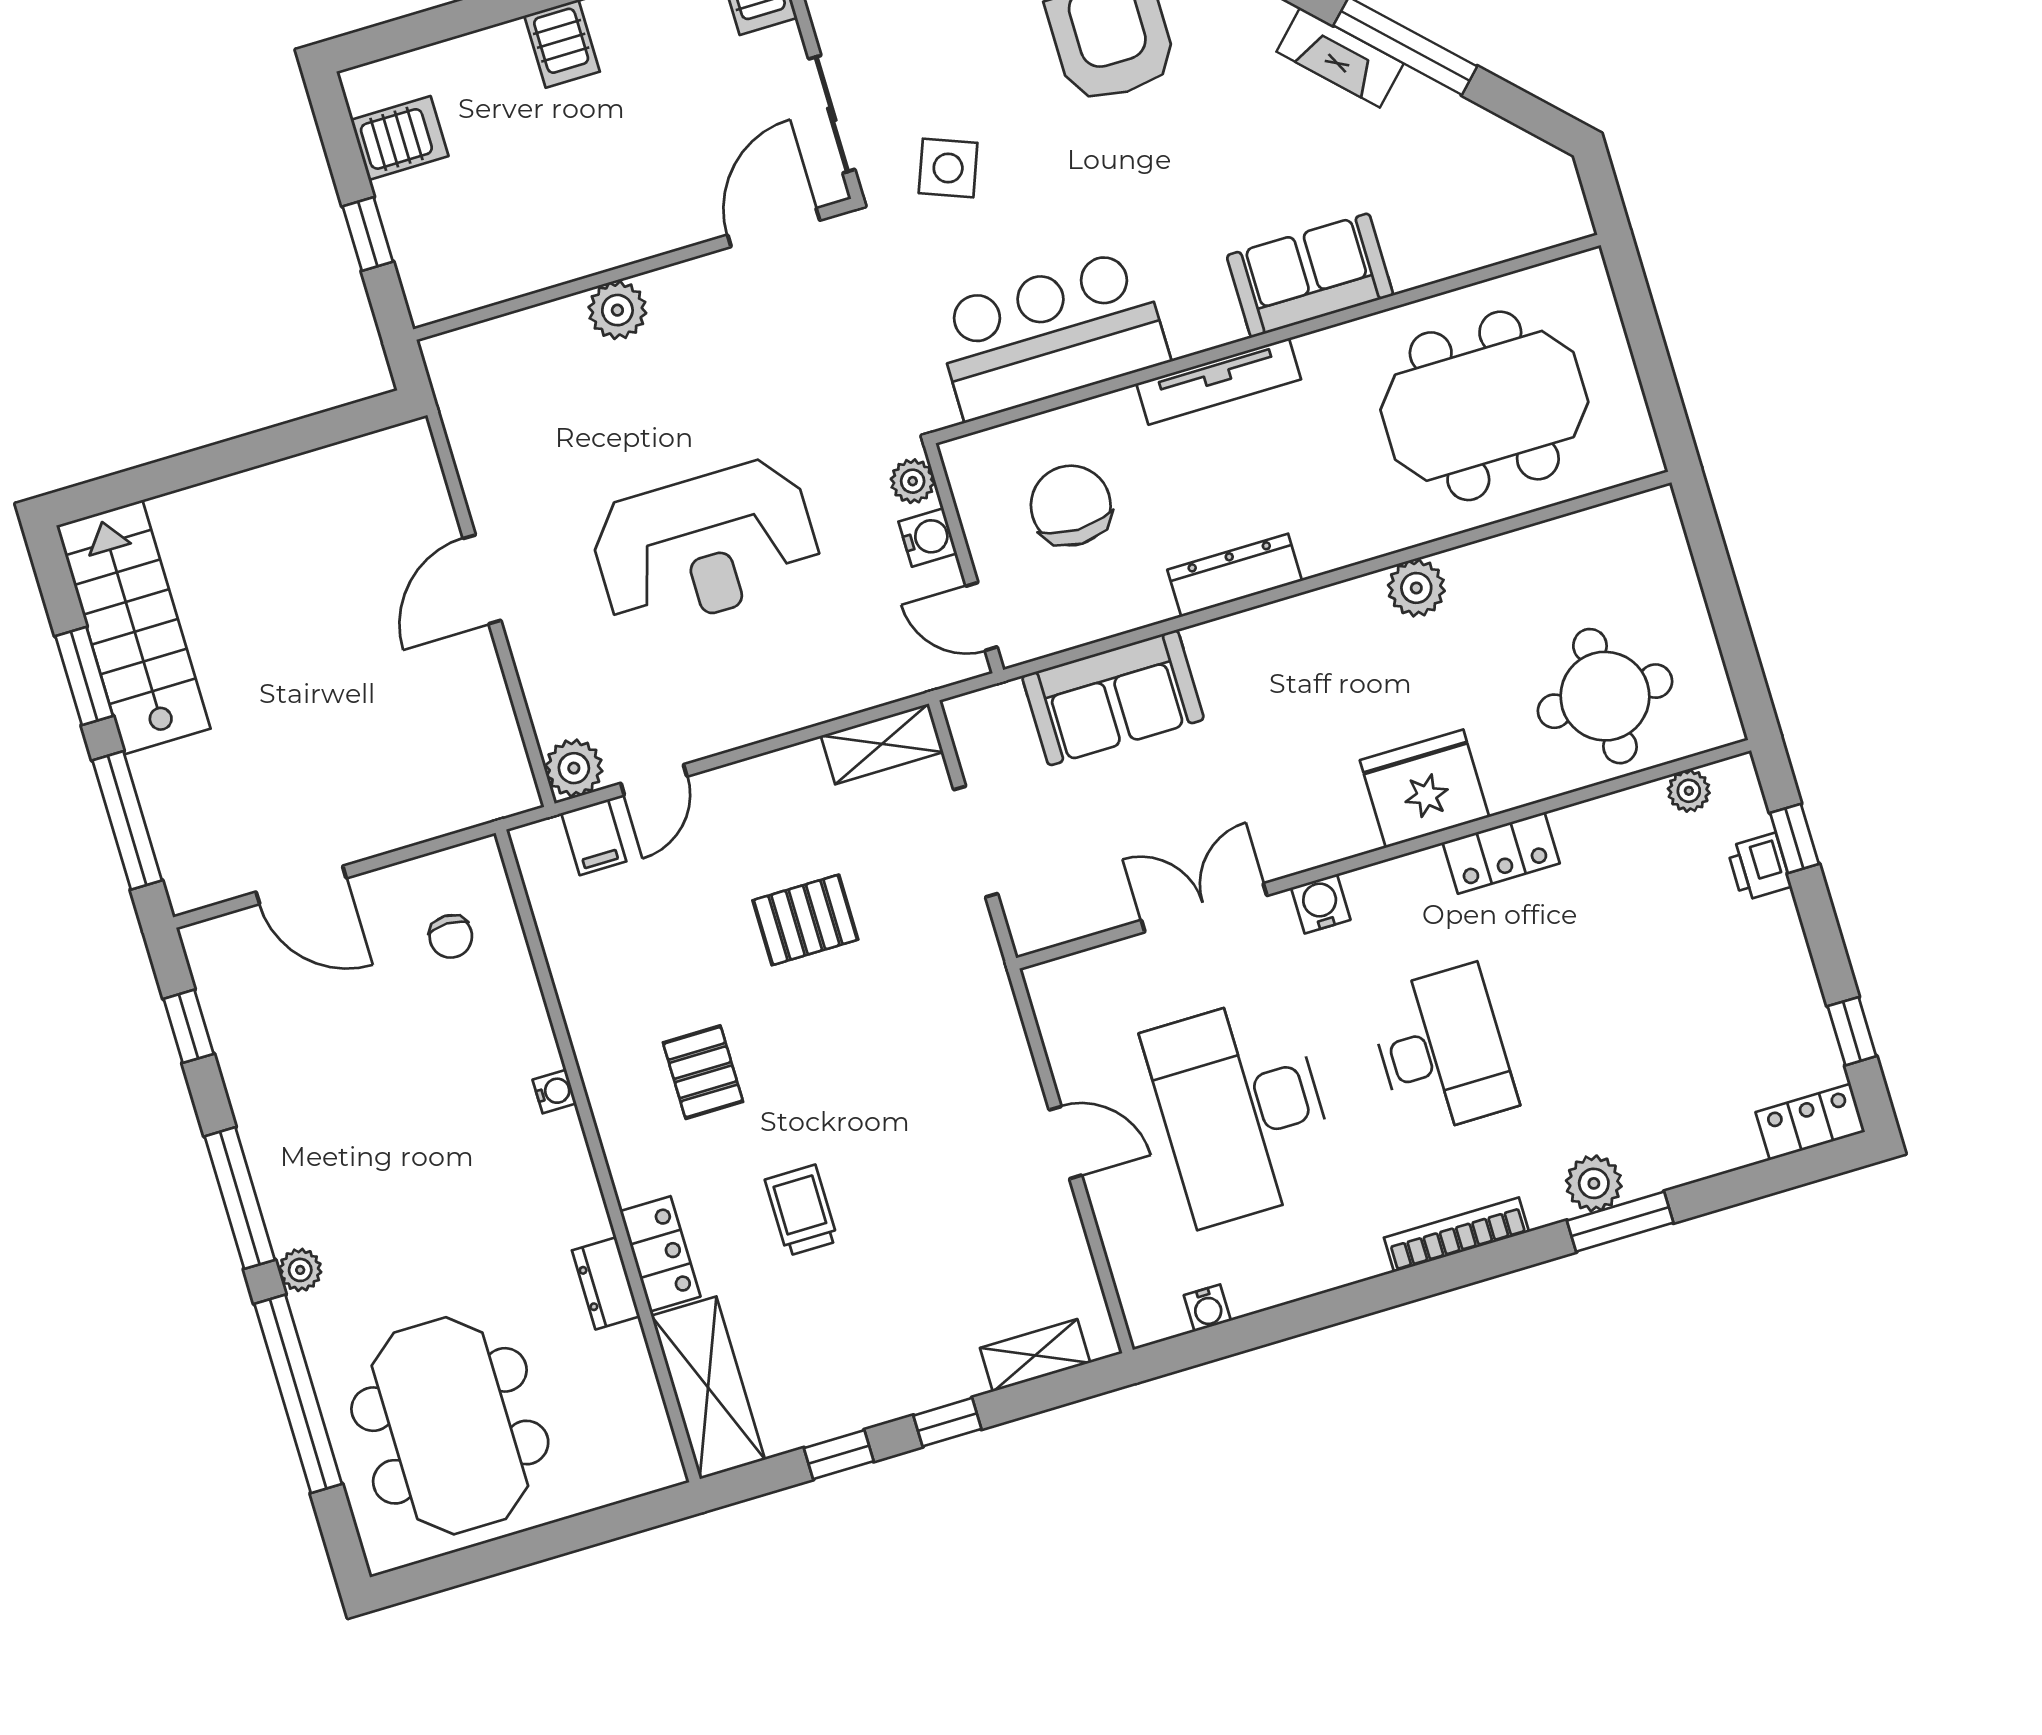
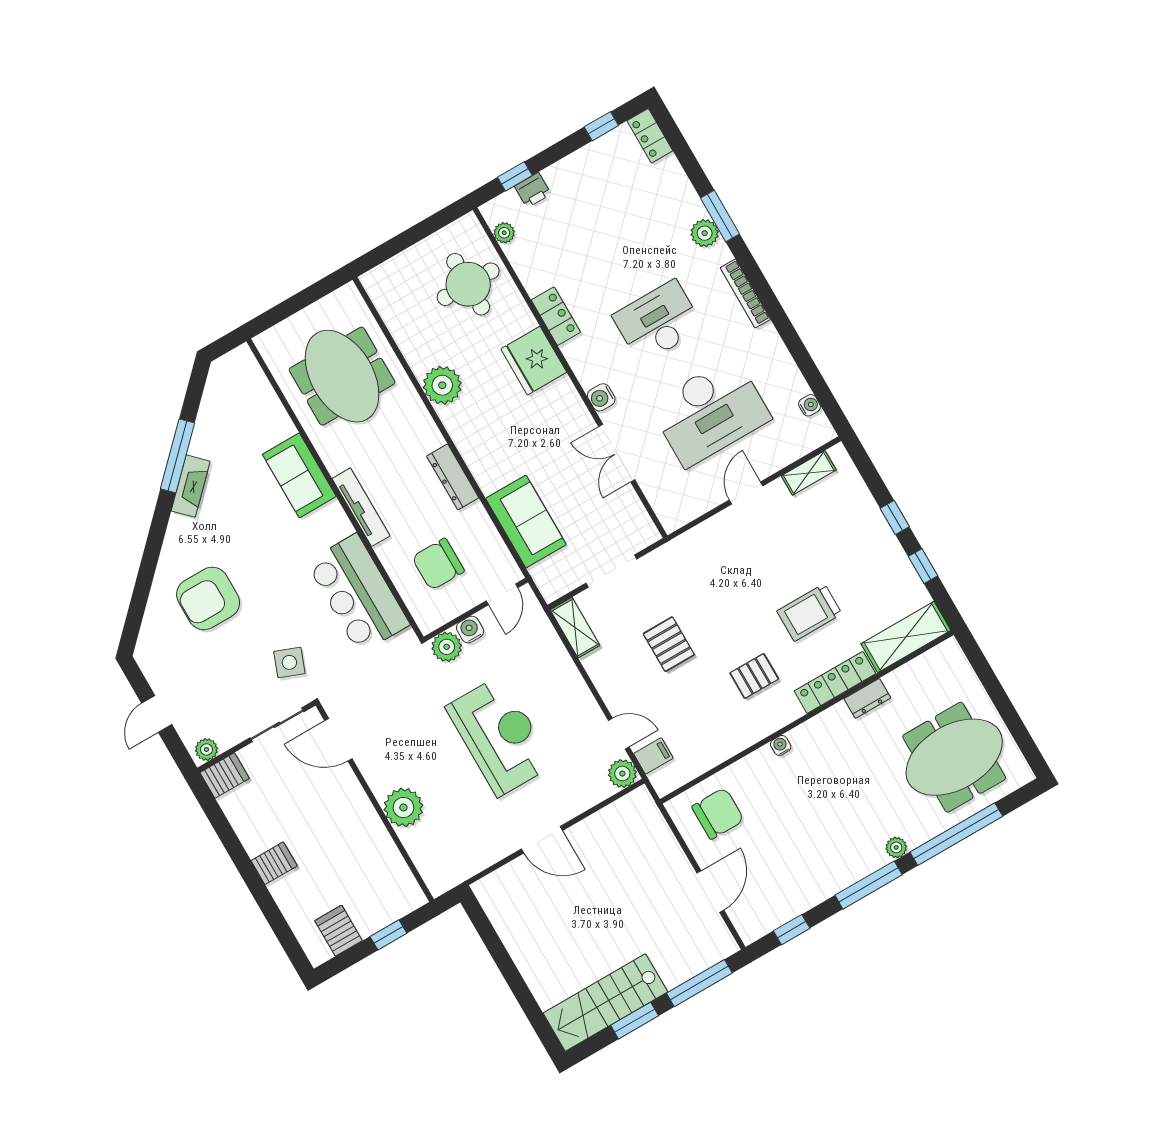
plant: (617, 310) -> (403, 807), width x1.36, depth x1.36
plant: (913, 481) -> (447, 647), width x1.38, depth x1.38
plant: (1416, 588) -> (442, 385), width x1.36, depth x1.36
chair: (451, 936) -> (718, 813), width x1.87, depth x1.87
trolley: (801, 1210) -> (809, 612), width x1.36, depth x1.39
locker: (660, 1254) -> (835, 682), width x1.53
shelving: (1035, 1355) -> (809, 473), moved, turned 90

